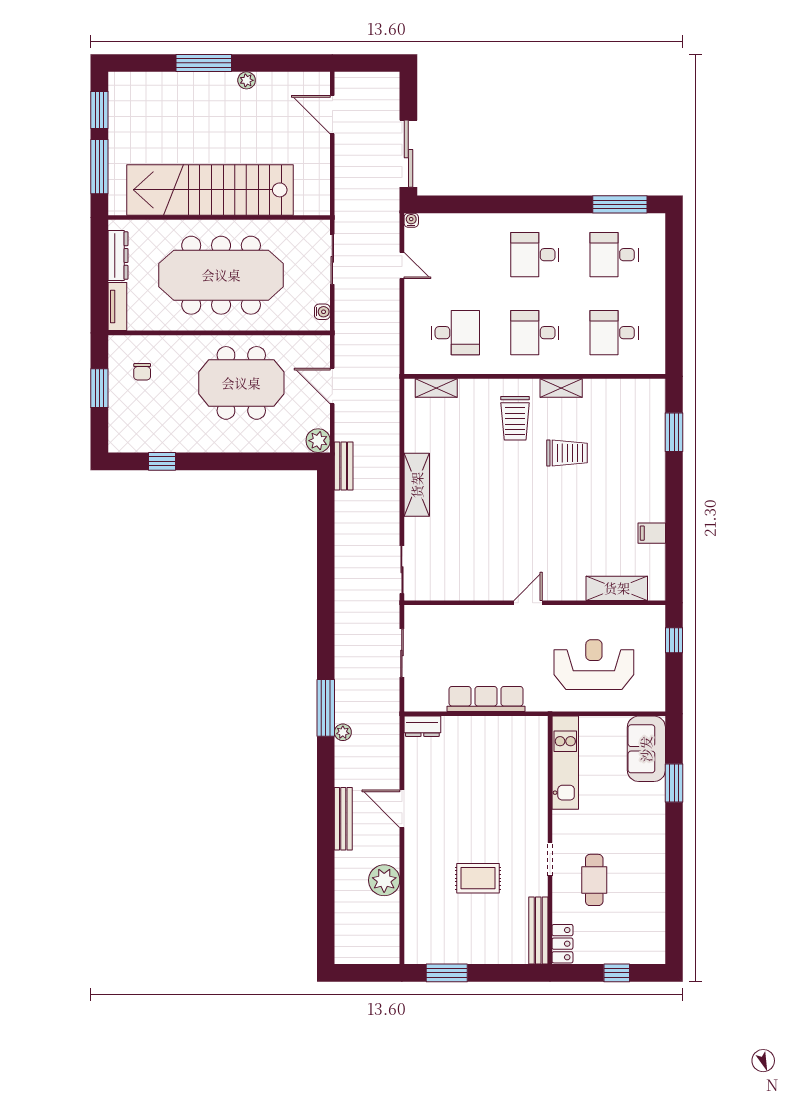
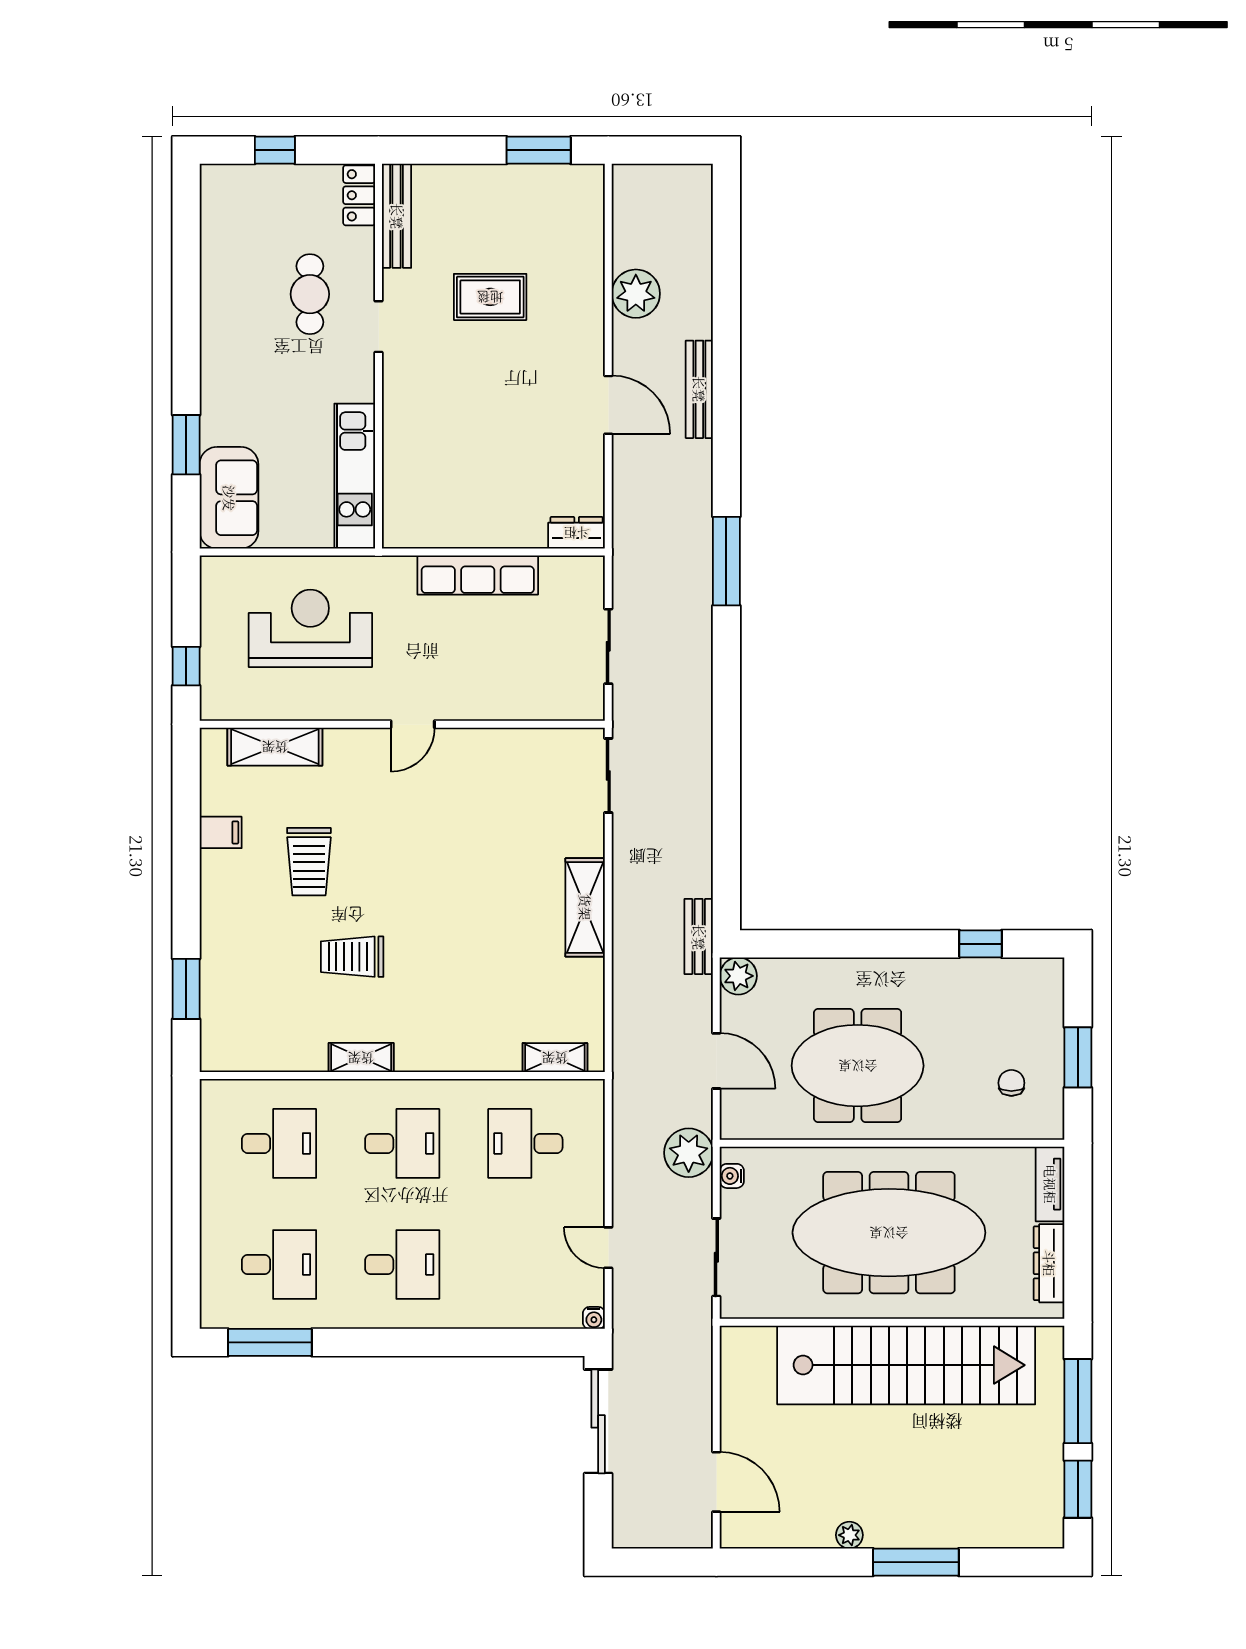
trolley: (515, 418) -> (309, 862), moved, turned 180
reception desk: (594, 665) -> (310, 628), turned 180
plant: (343, 732) -> (689, 1153), moved, width x1.87, depth x1.87

